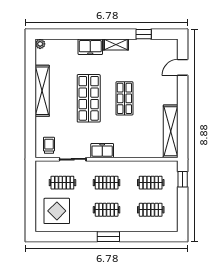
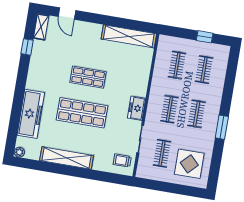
shelving: (116, 45) -> (41, 27), moved
freezer: (90, 47) -> (31, 114), width x1.91, depth x1.26
window: (183, 179) -> (205, 37), moved
window: (108, 237) -> (222, 127), moved

